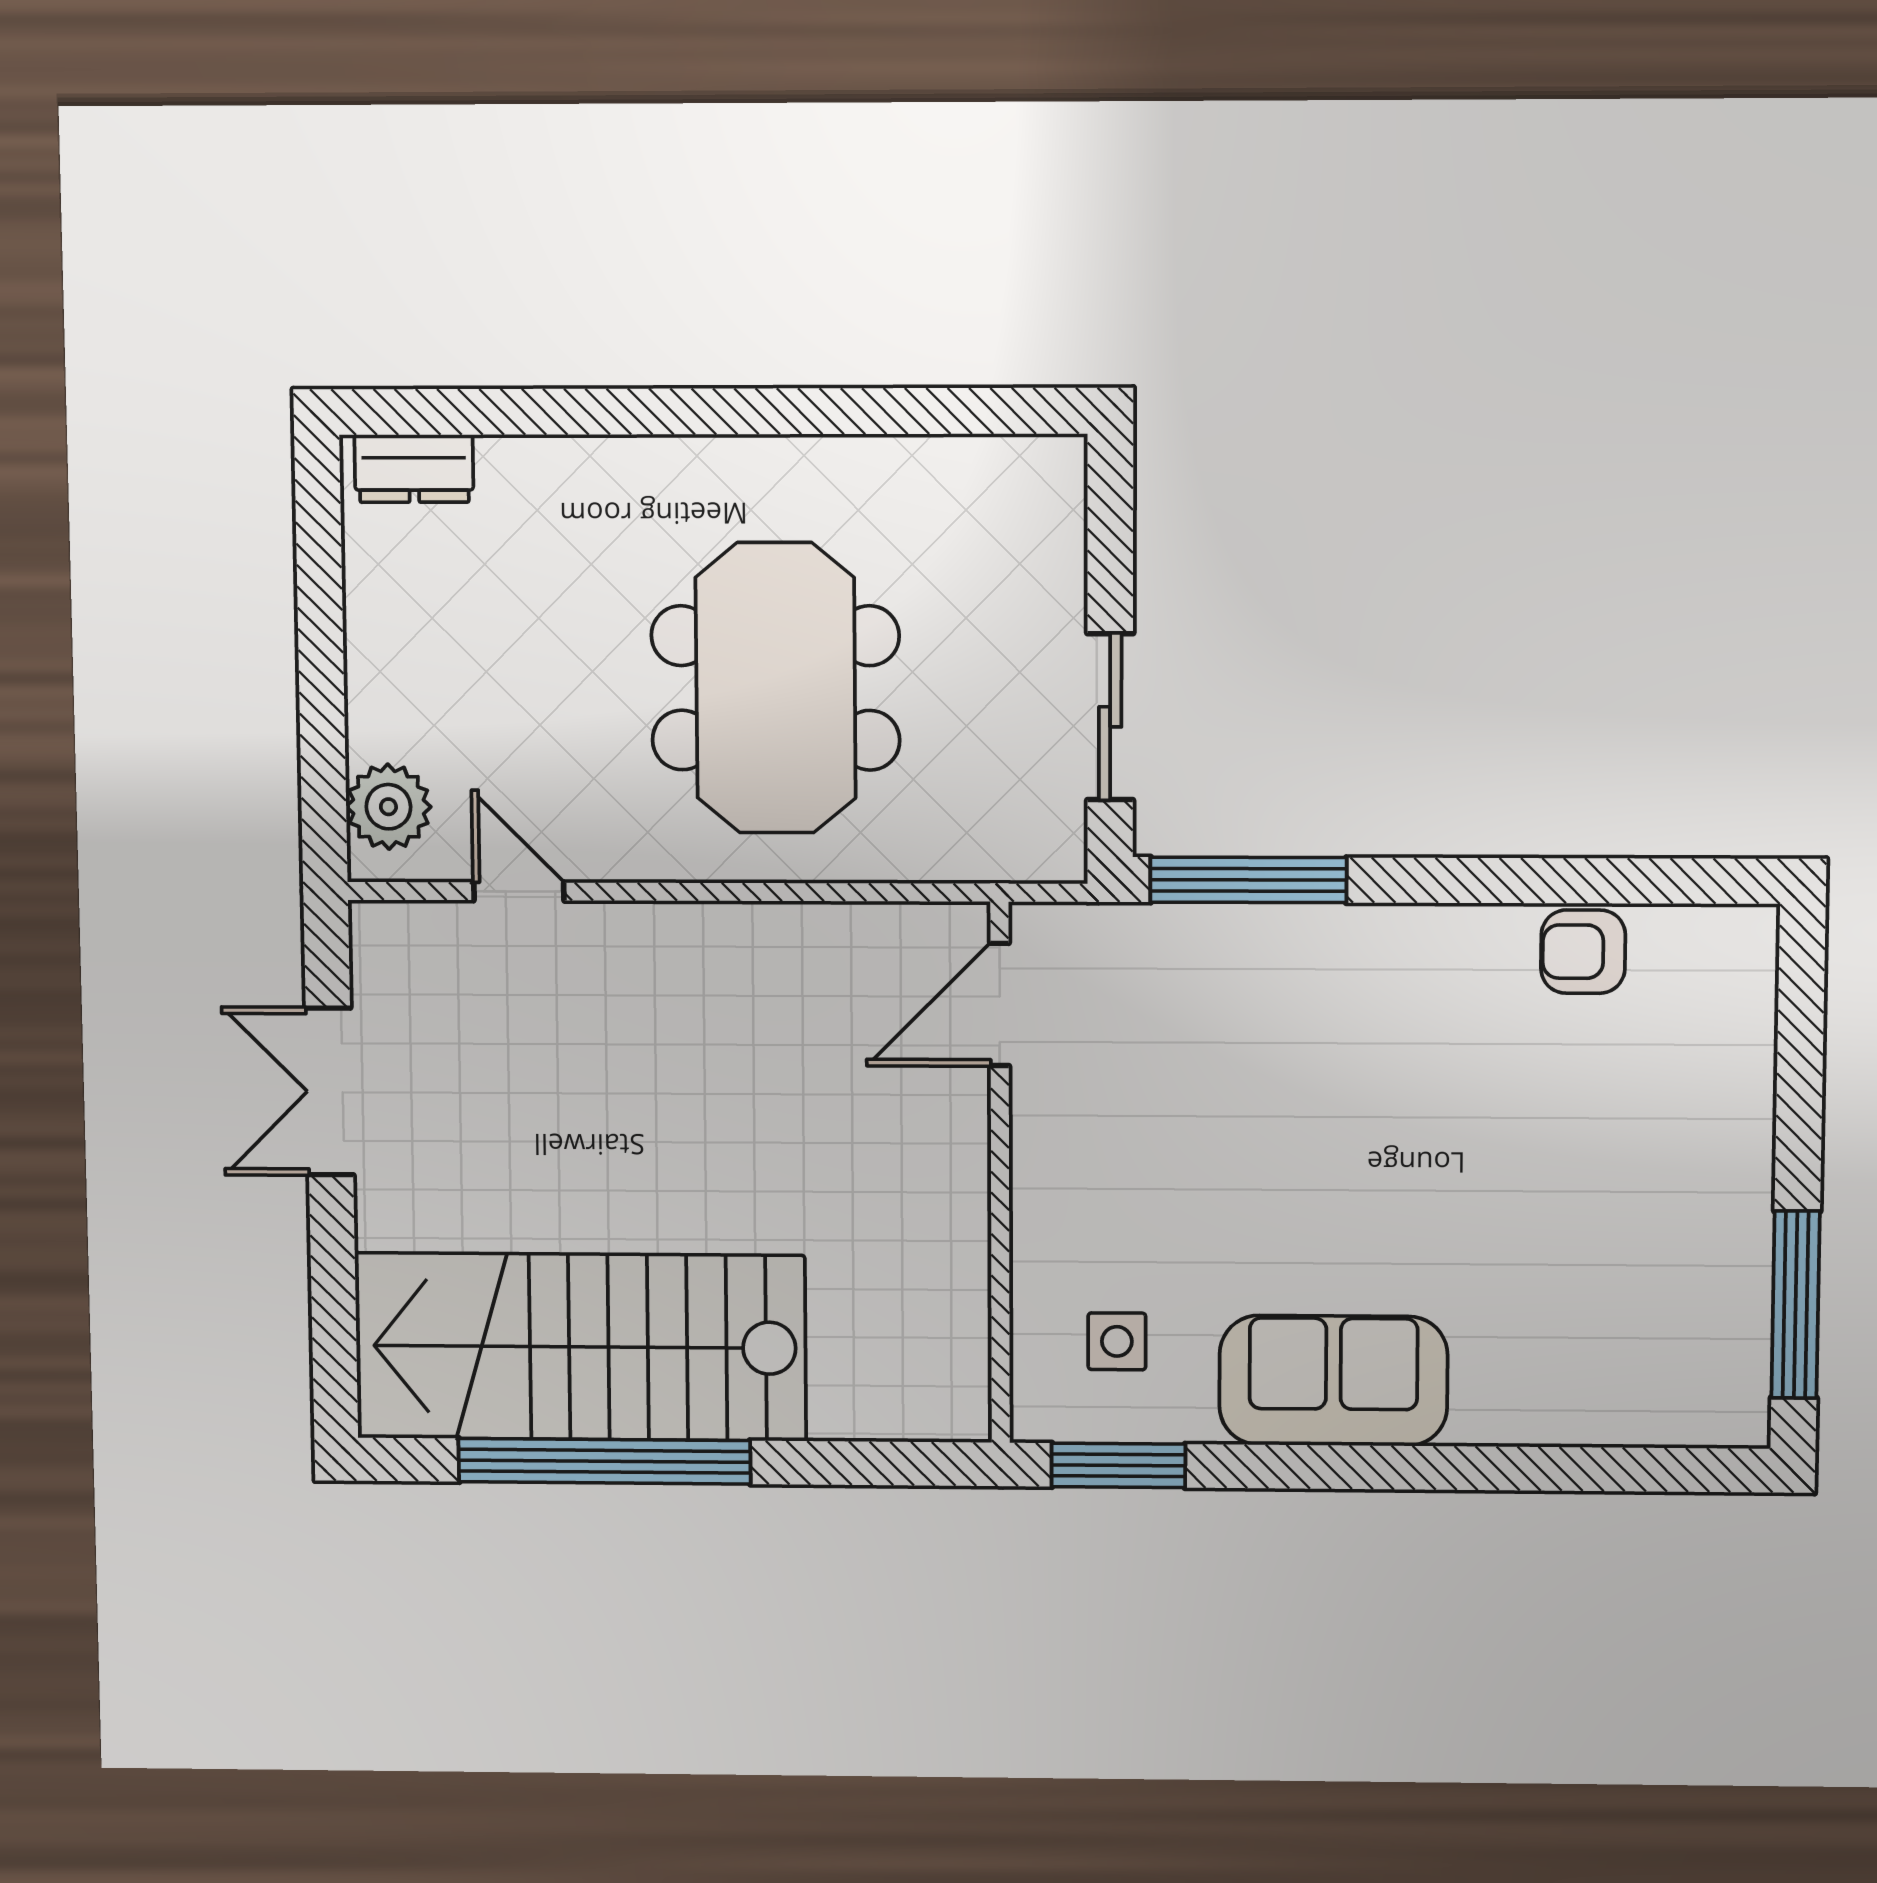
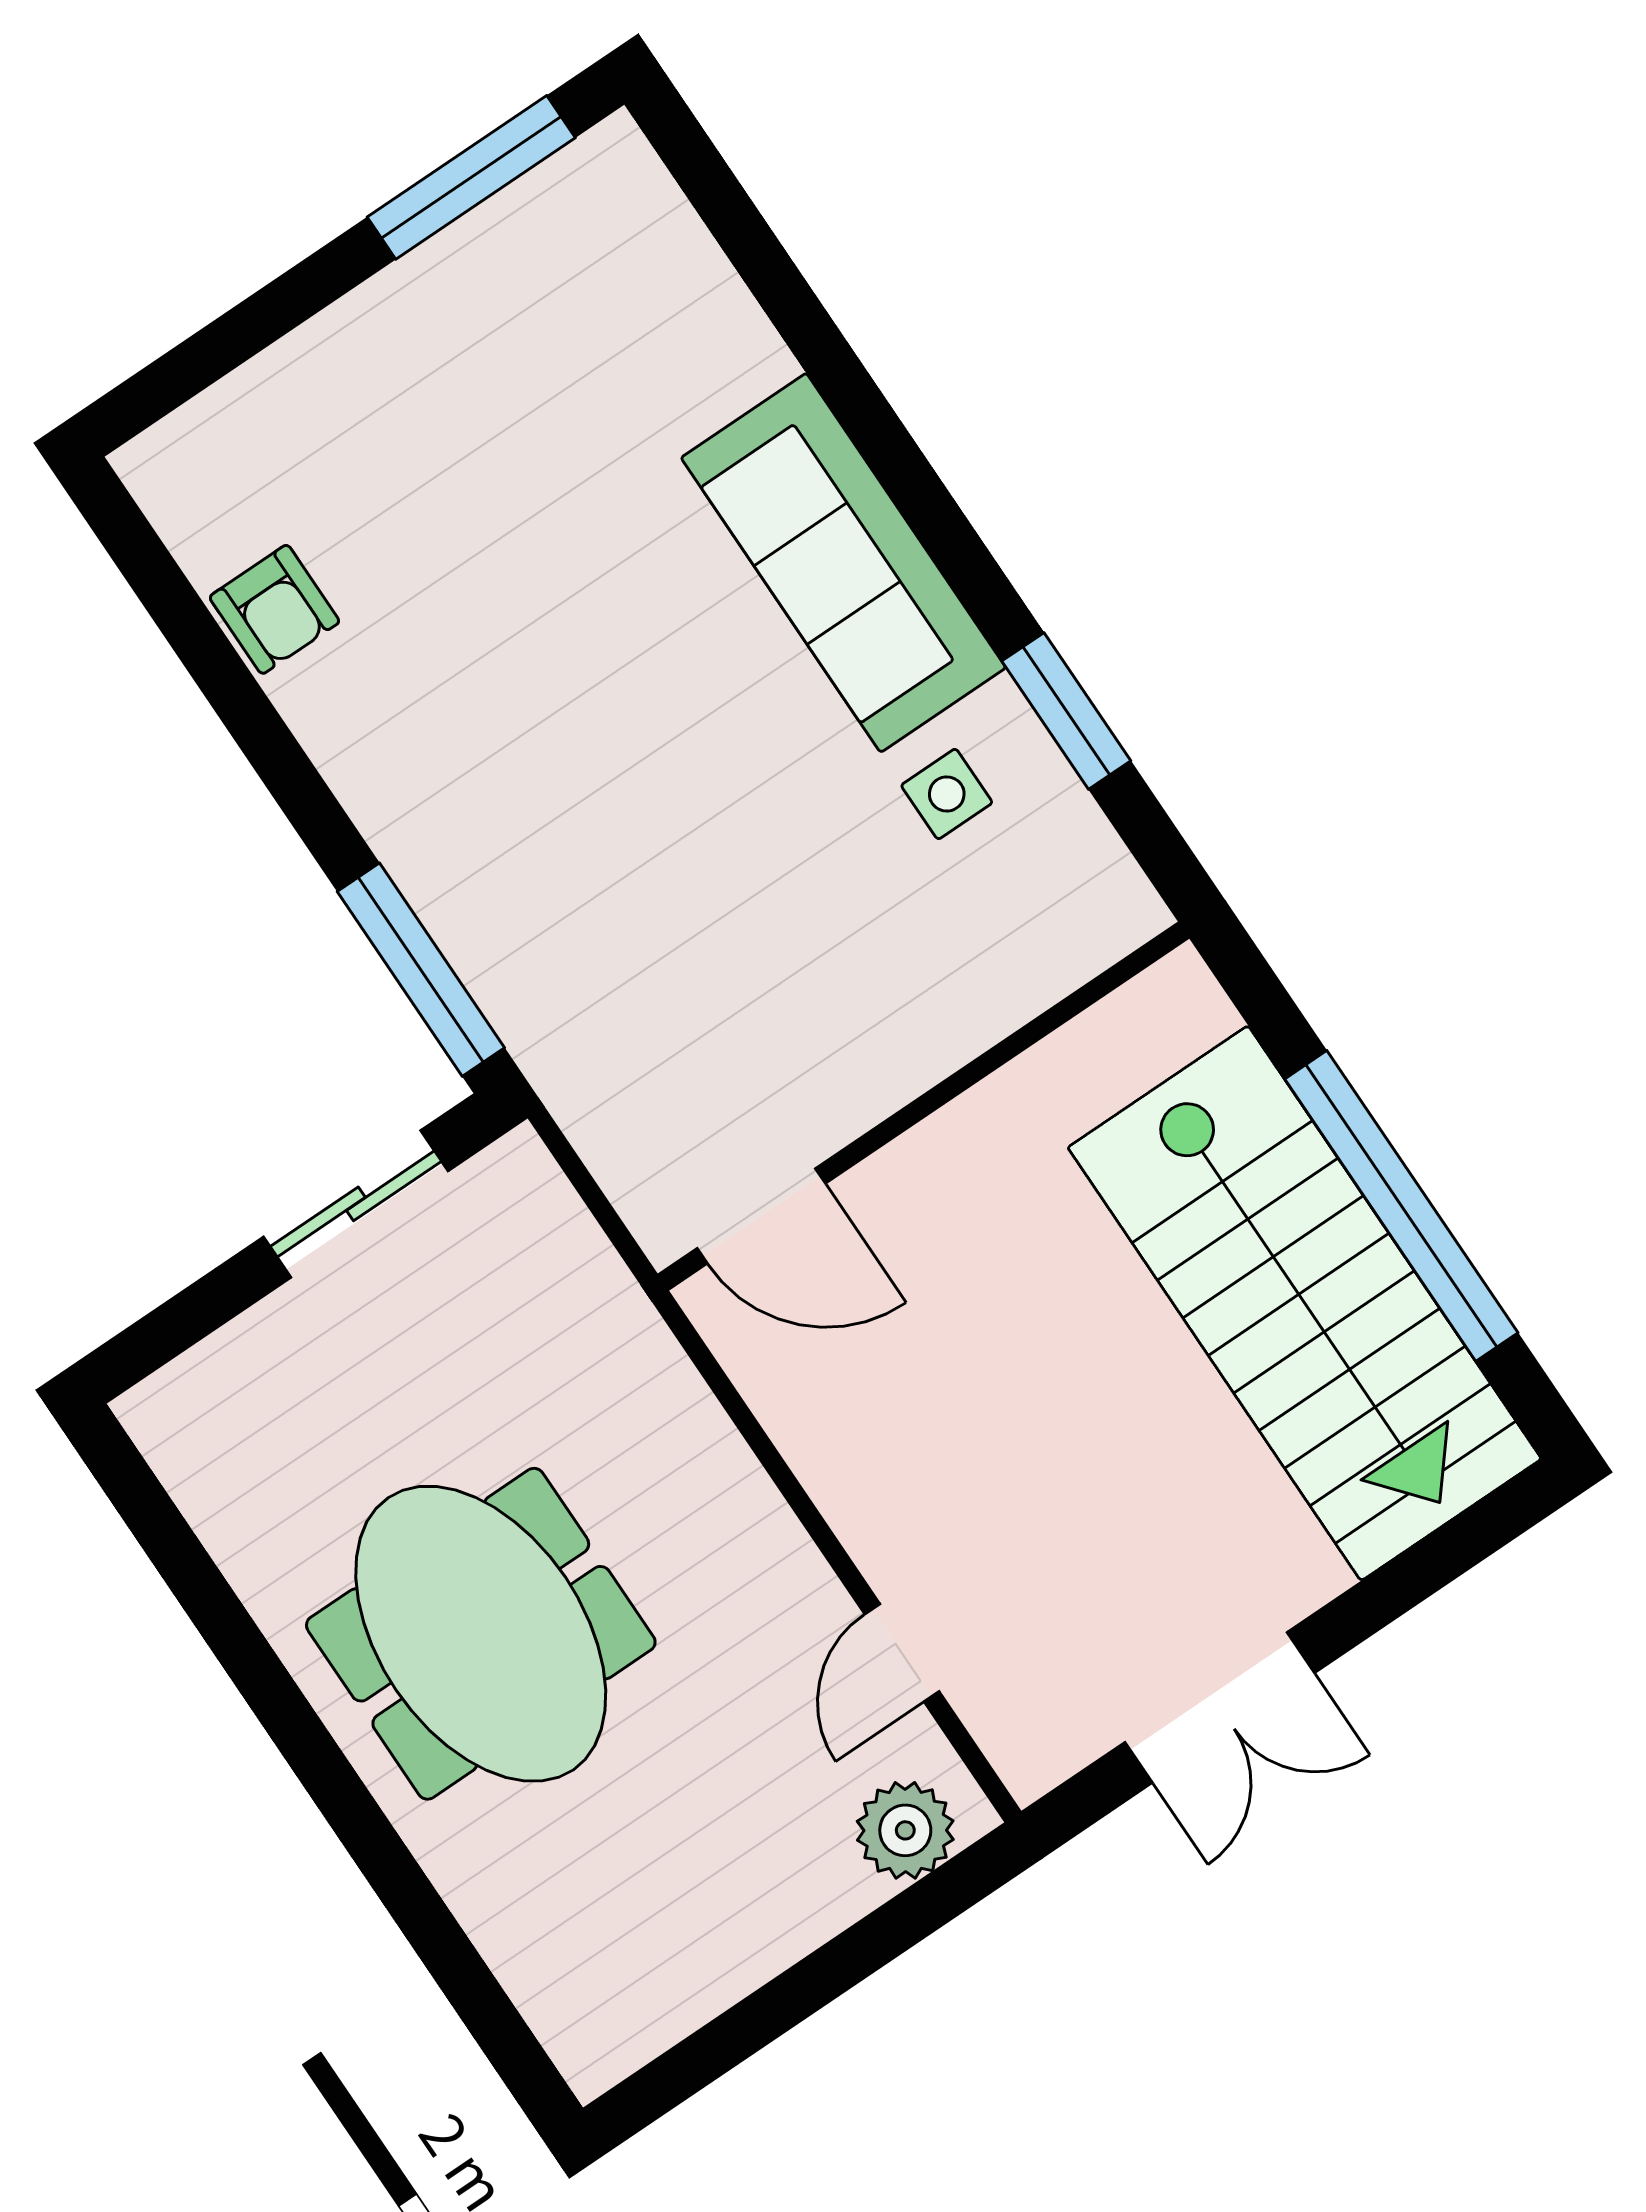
dresser: (414, 469) -> (567, 2016), removed
meeting table: (776, 688) -> (481, 1634), moved, turned 90
door: (1000, 1005) -> (761, 1216), moved
wall: (1000, 1174) -> (924, 1106), moved
sofa: (1333, 1381) -> (843, 563), width x1.36

